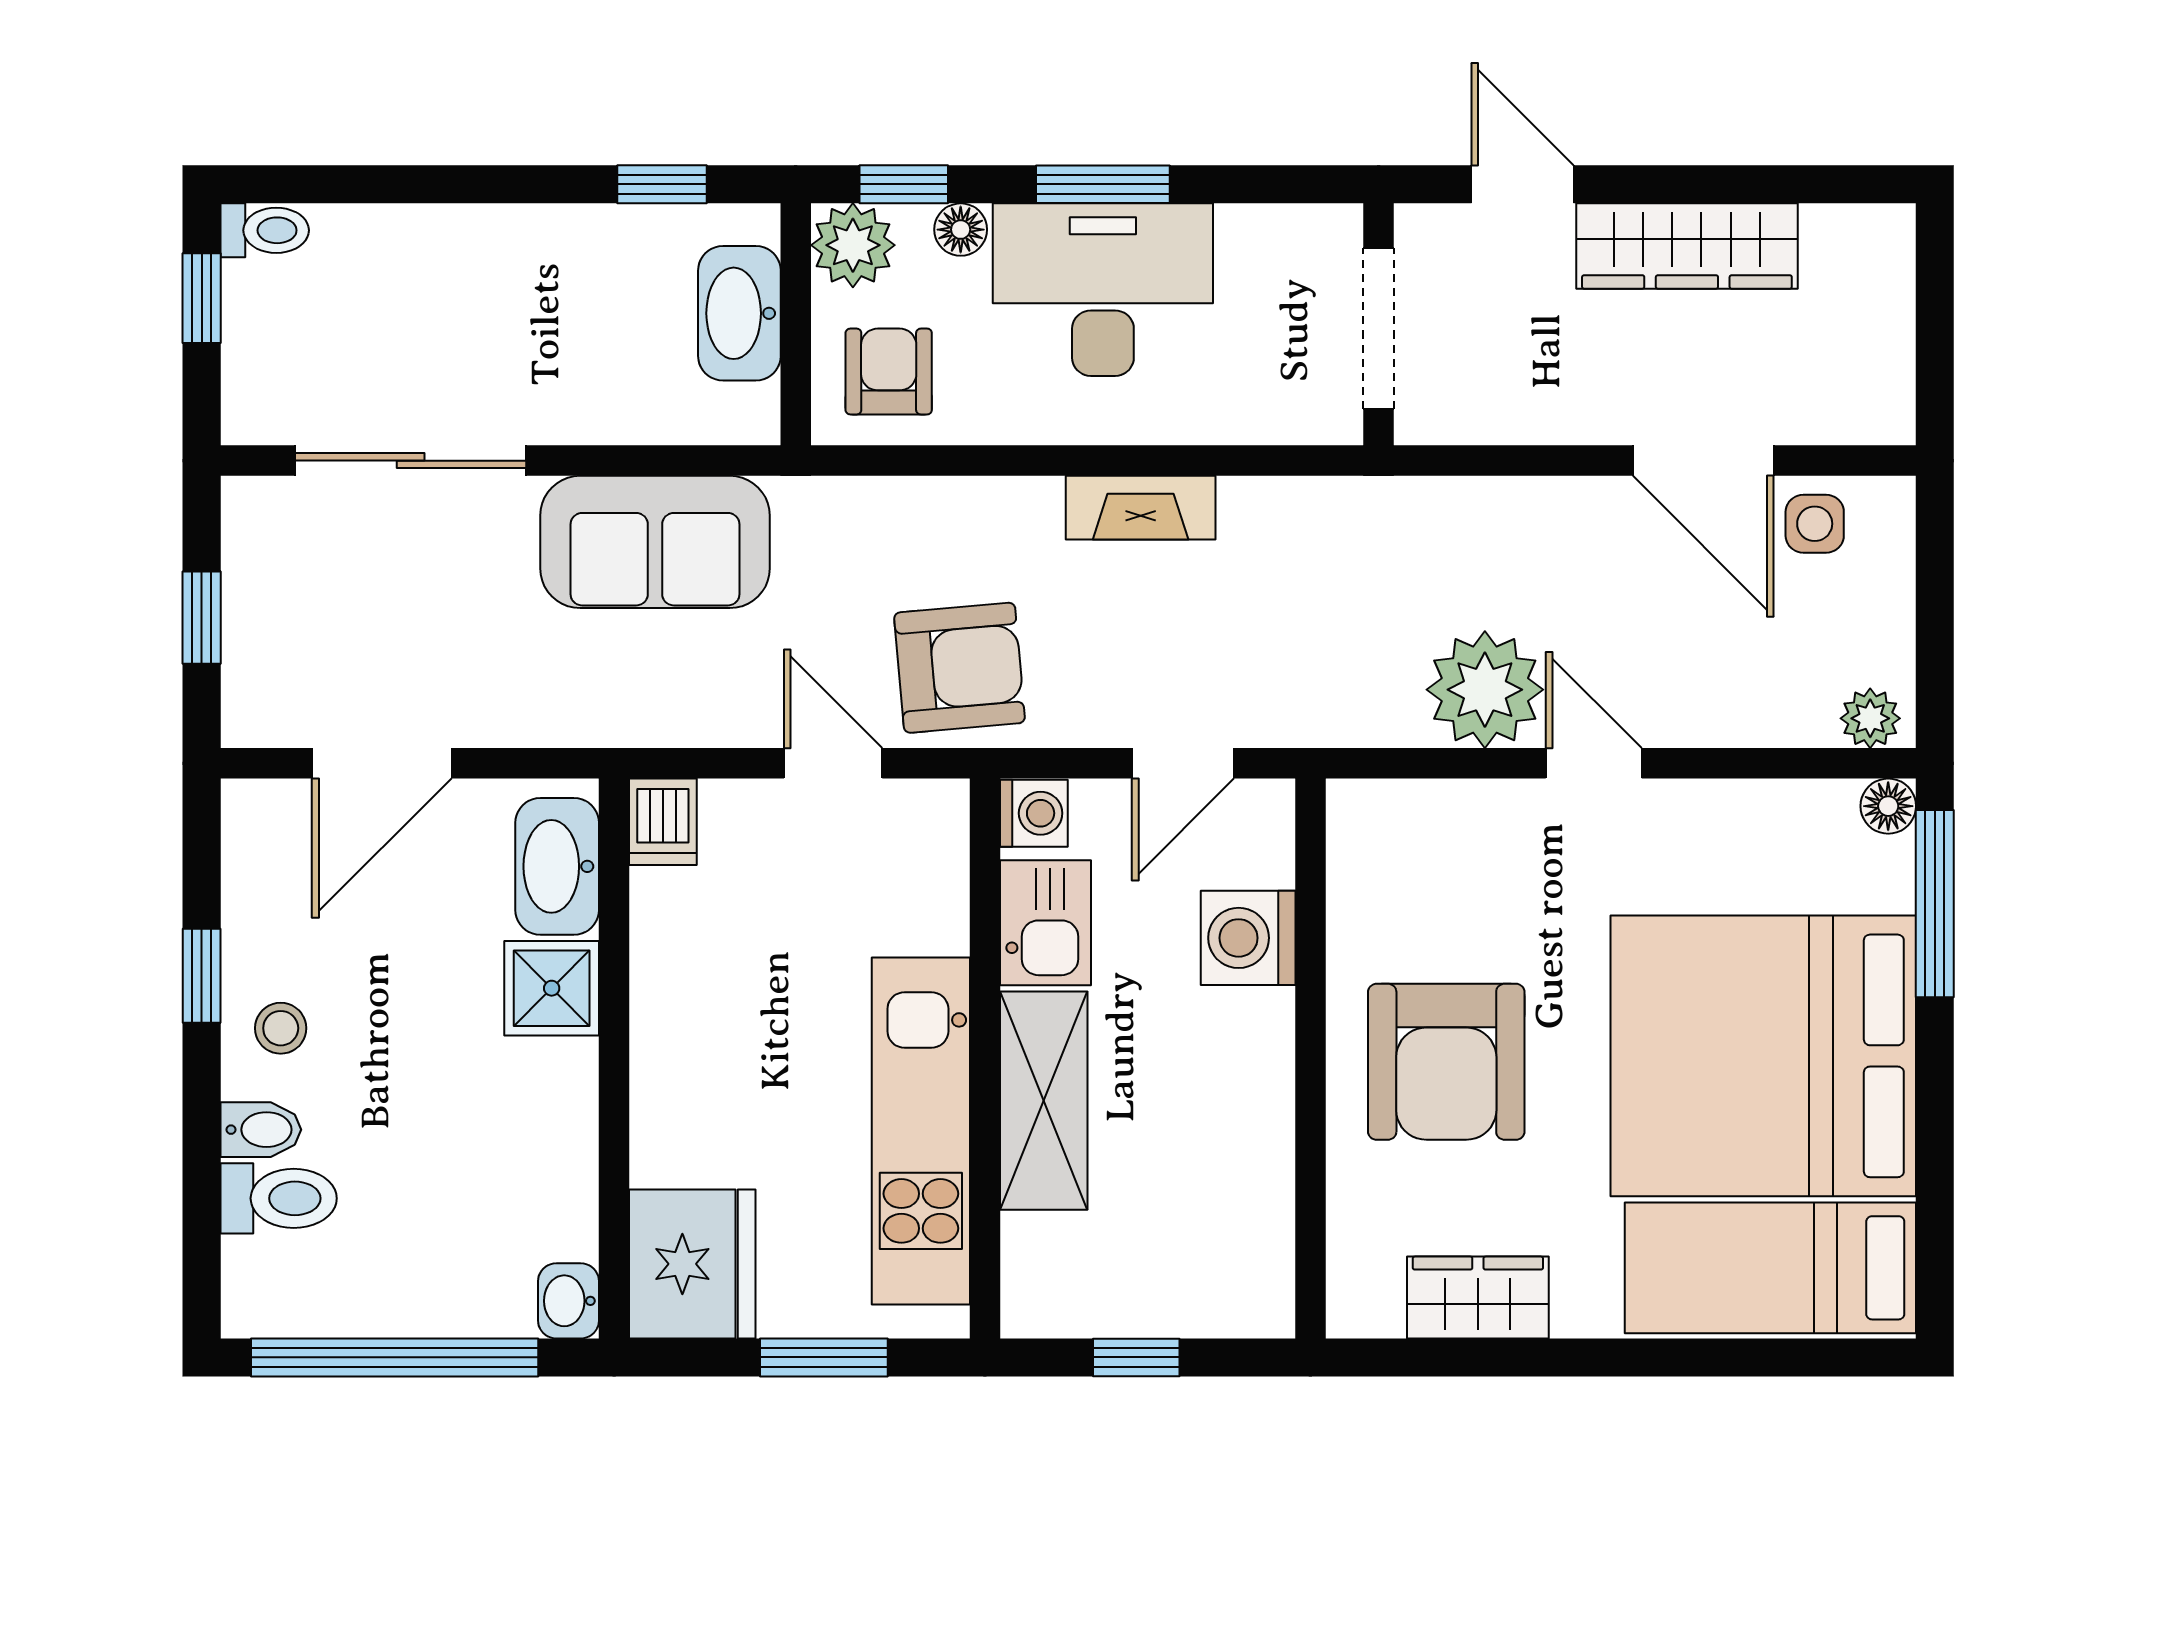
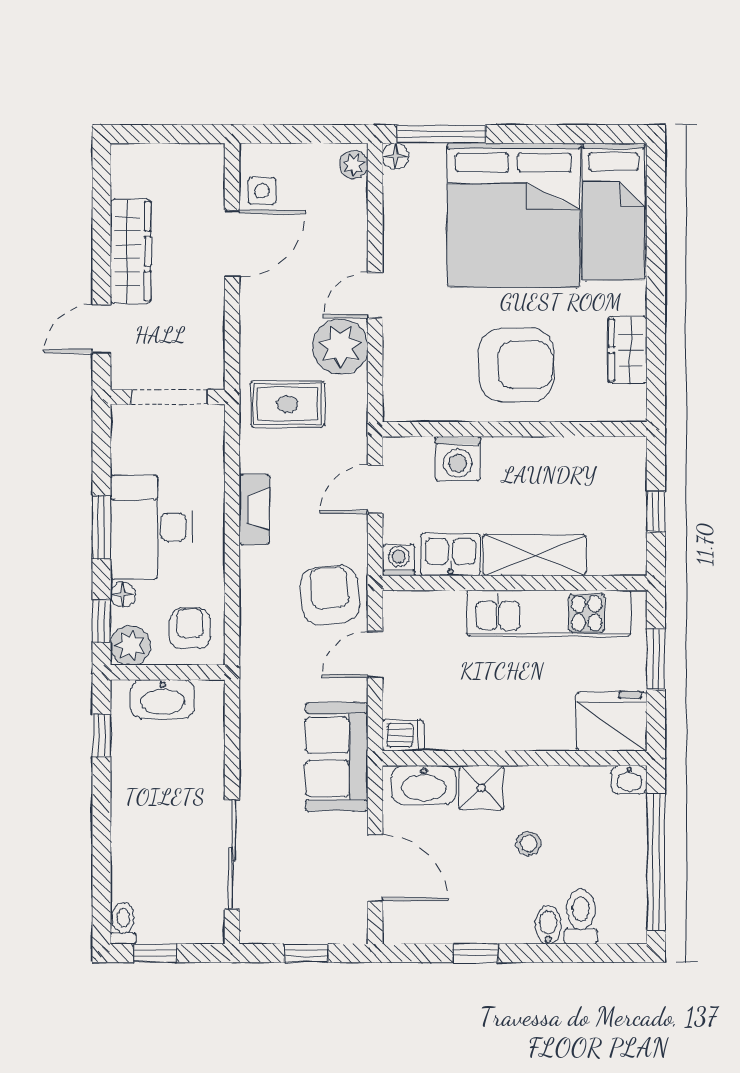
armchair: (889, 372) -> (190, 628), turned 90
sofa: (655, 542) -> (337, 757), moved, turned 180
rug: (1363, 578) -> (287, 404), added
door: (1183, 763) -> (375, 489), swing flipped
stool: (281, 1028) -> (529, 843), moved

